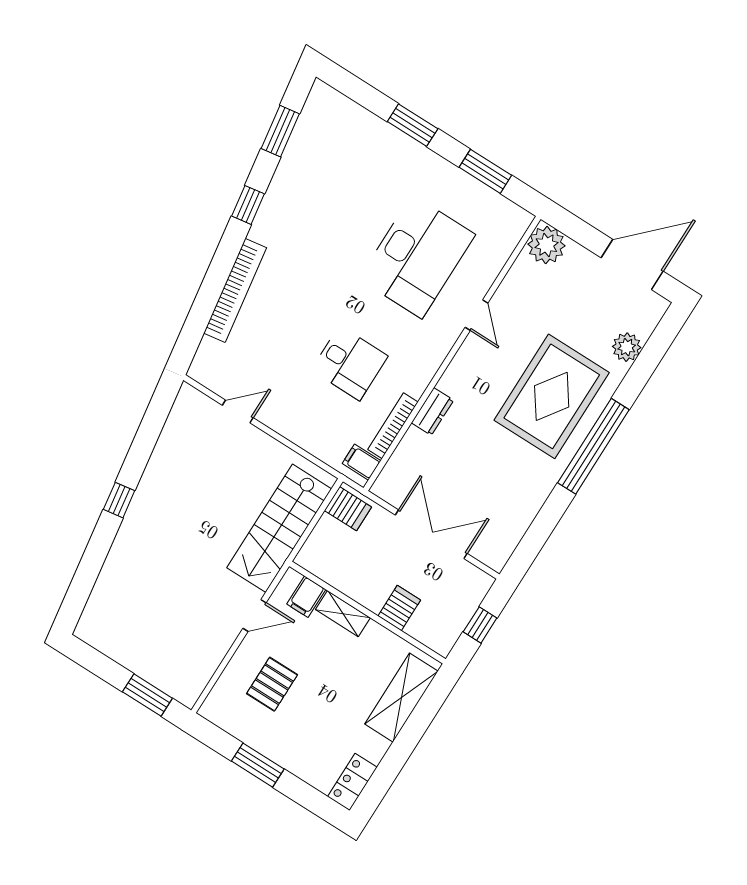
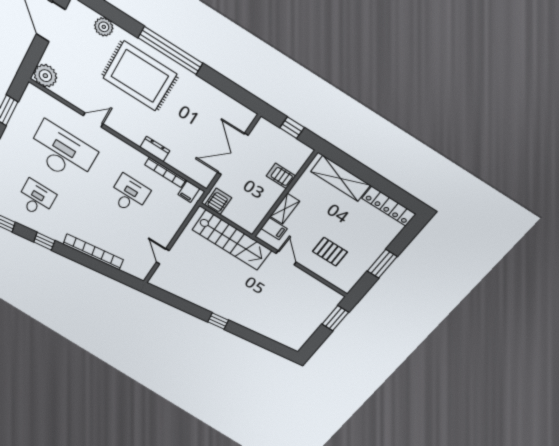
desk: (329, 201) -> (36, 198), added
locker: (352, 782) -> (389, 206), width x1.53

